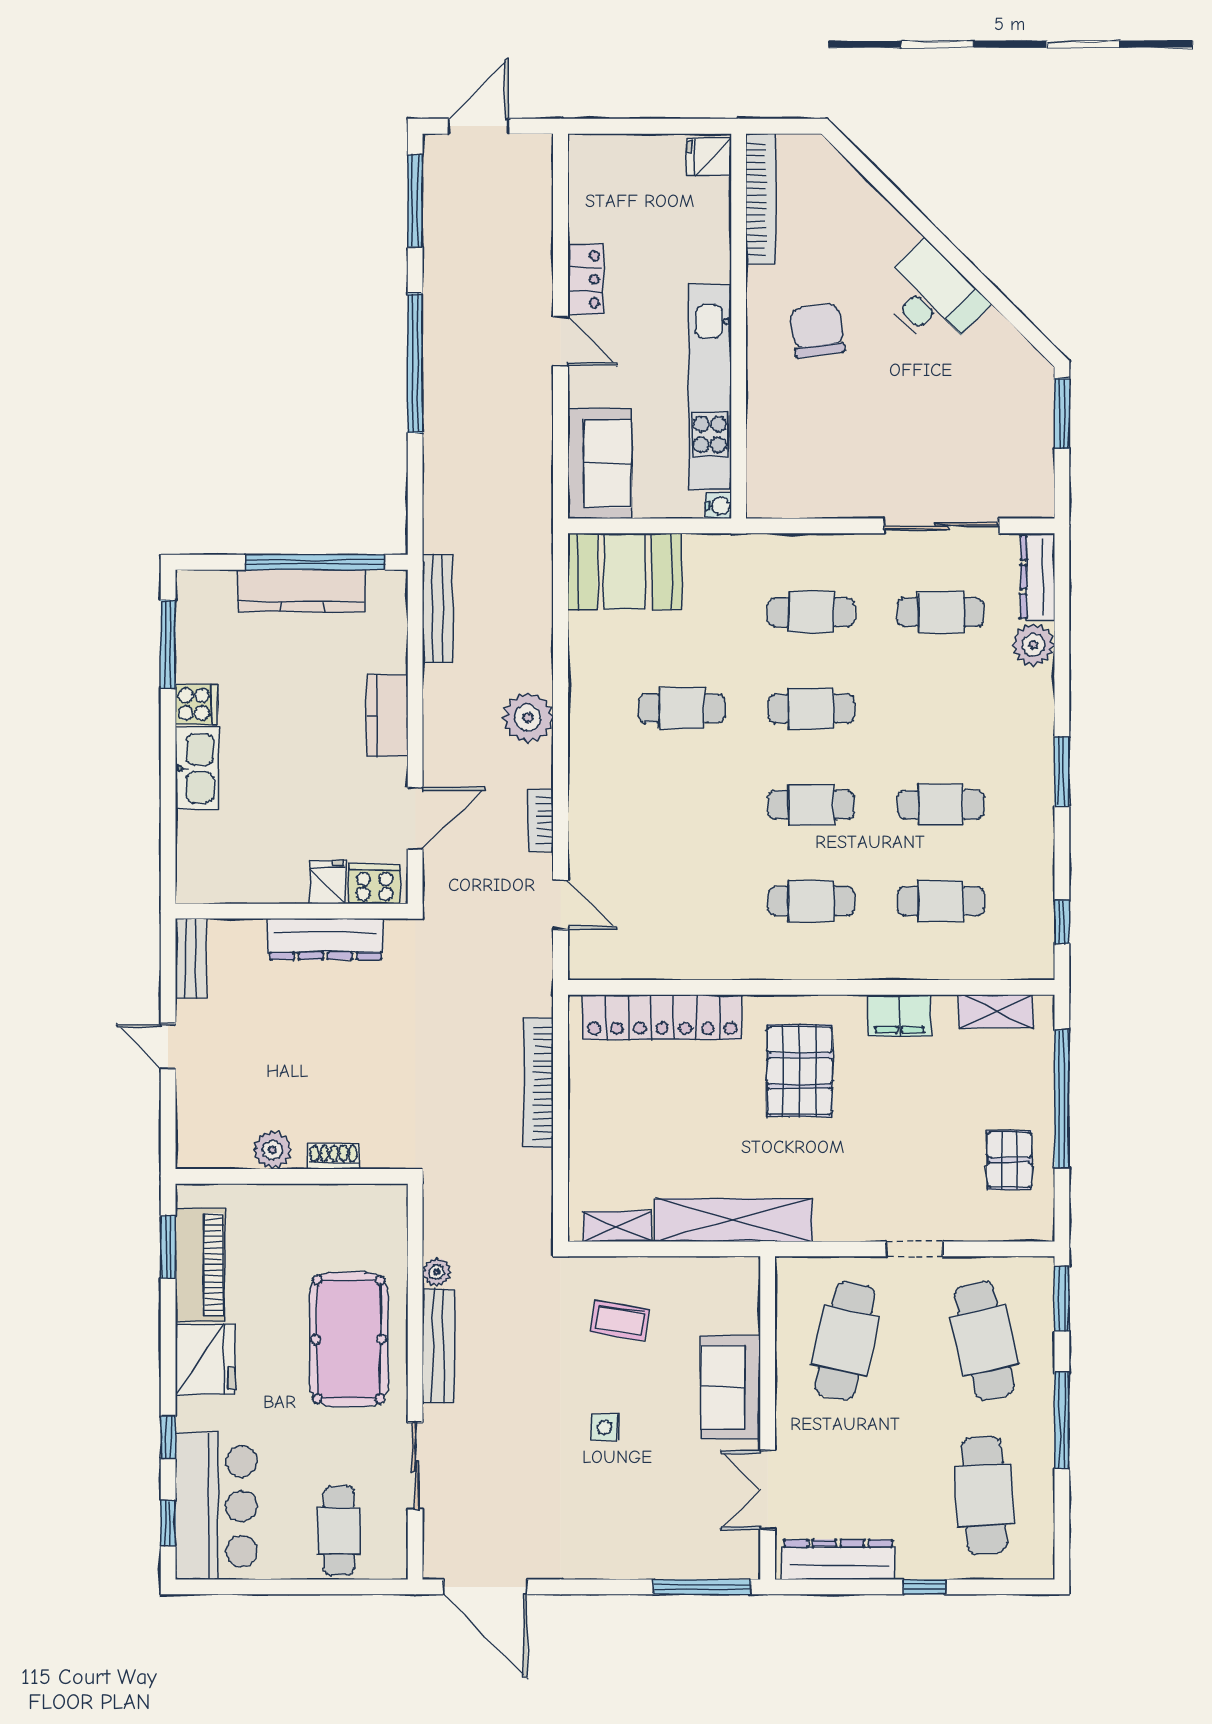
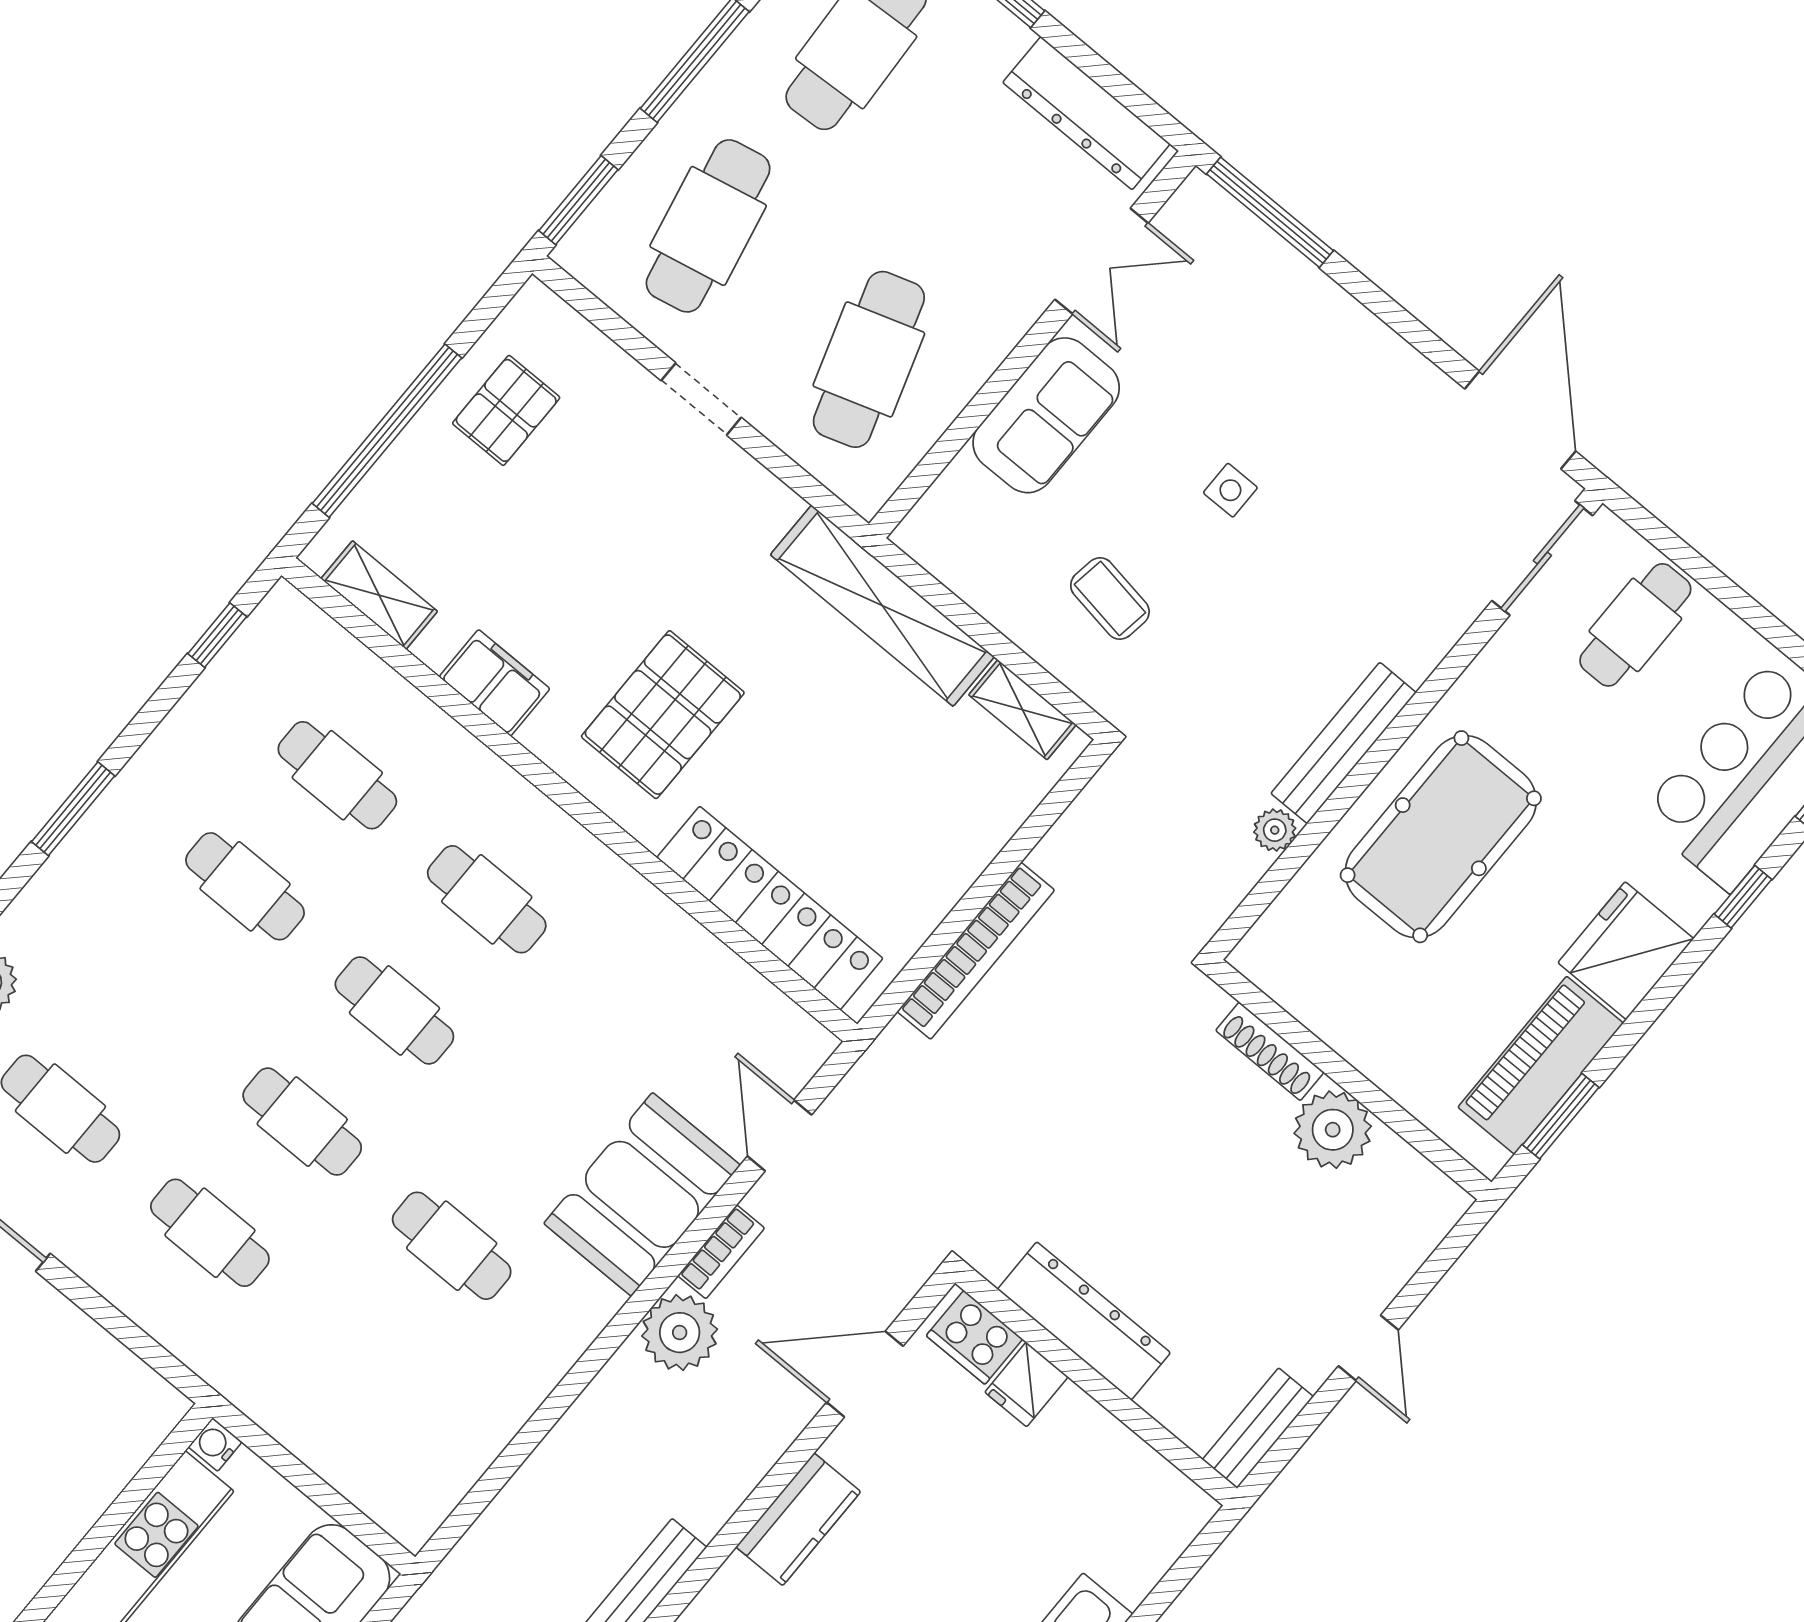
booth: (625, 571) -> (642, 1194), moved, turned 90
plant: (528, 718) -> (680, 1333), moved
plant: (272, 1150) -> (1333, 1130), width x1.36, depth x1.36
shoe rack: (334, 1156) -> (1270, 1051), width x1.43
cafe table: (845, 1341) -> (869, 359), turned -30
sliding door: (415, 1466) -> (1542, 558), moved

